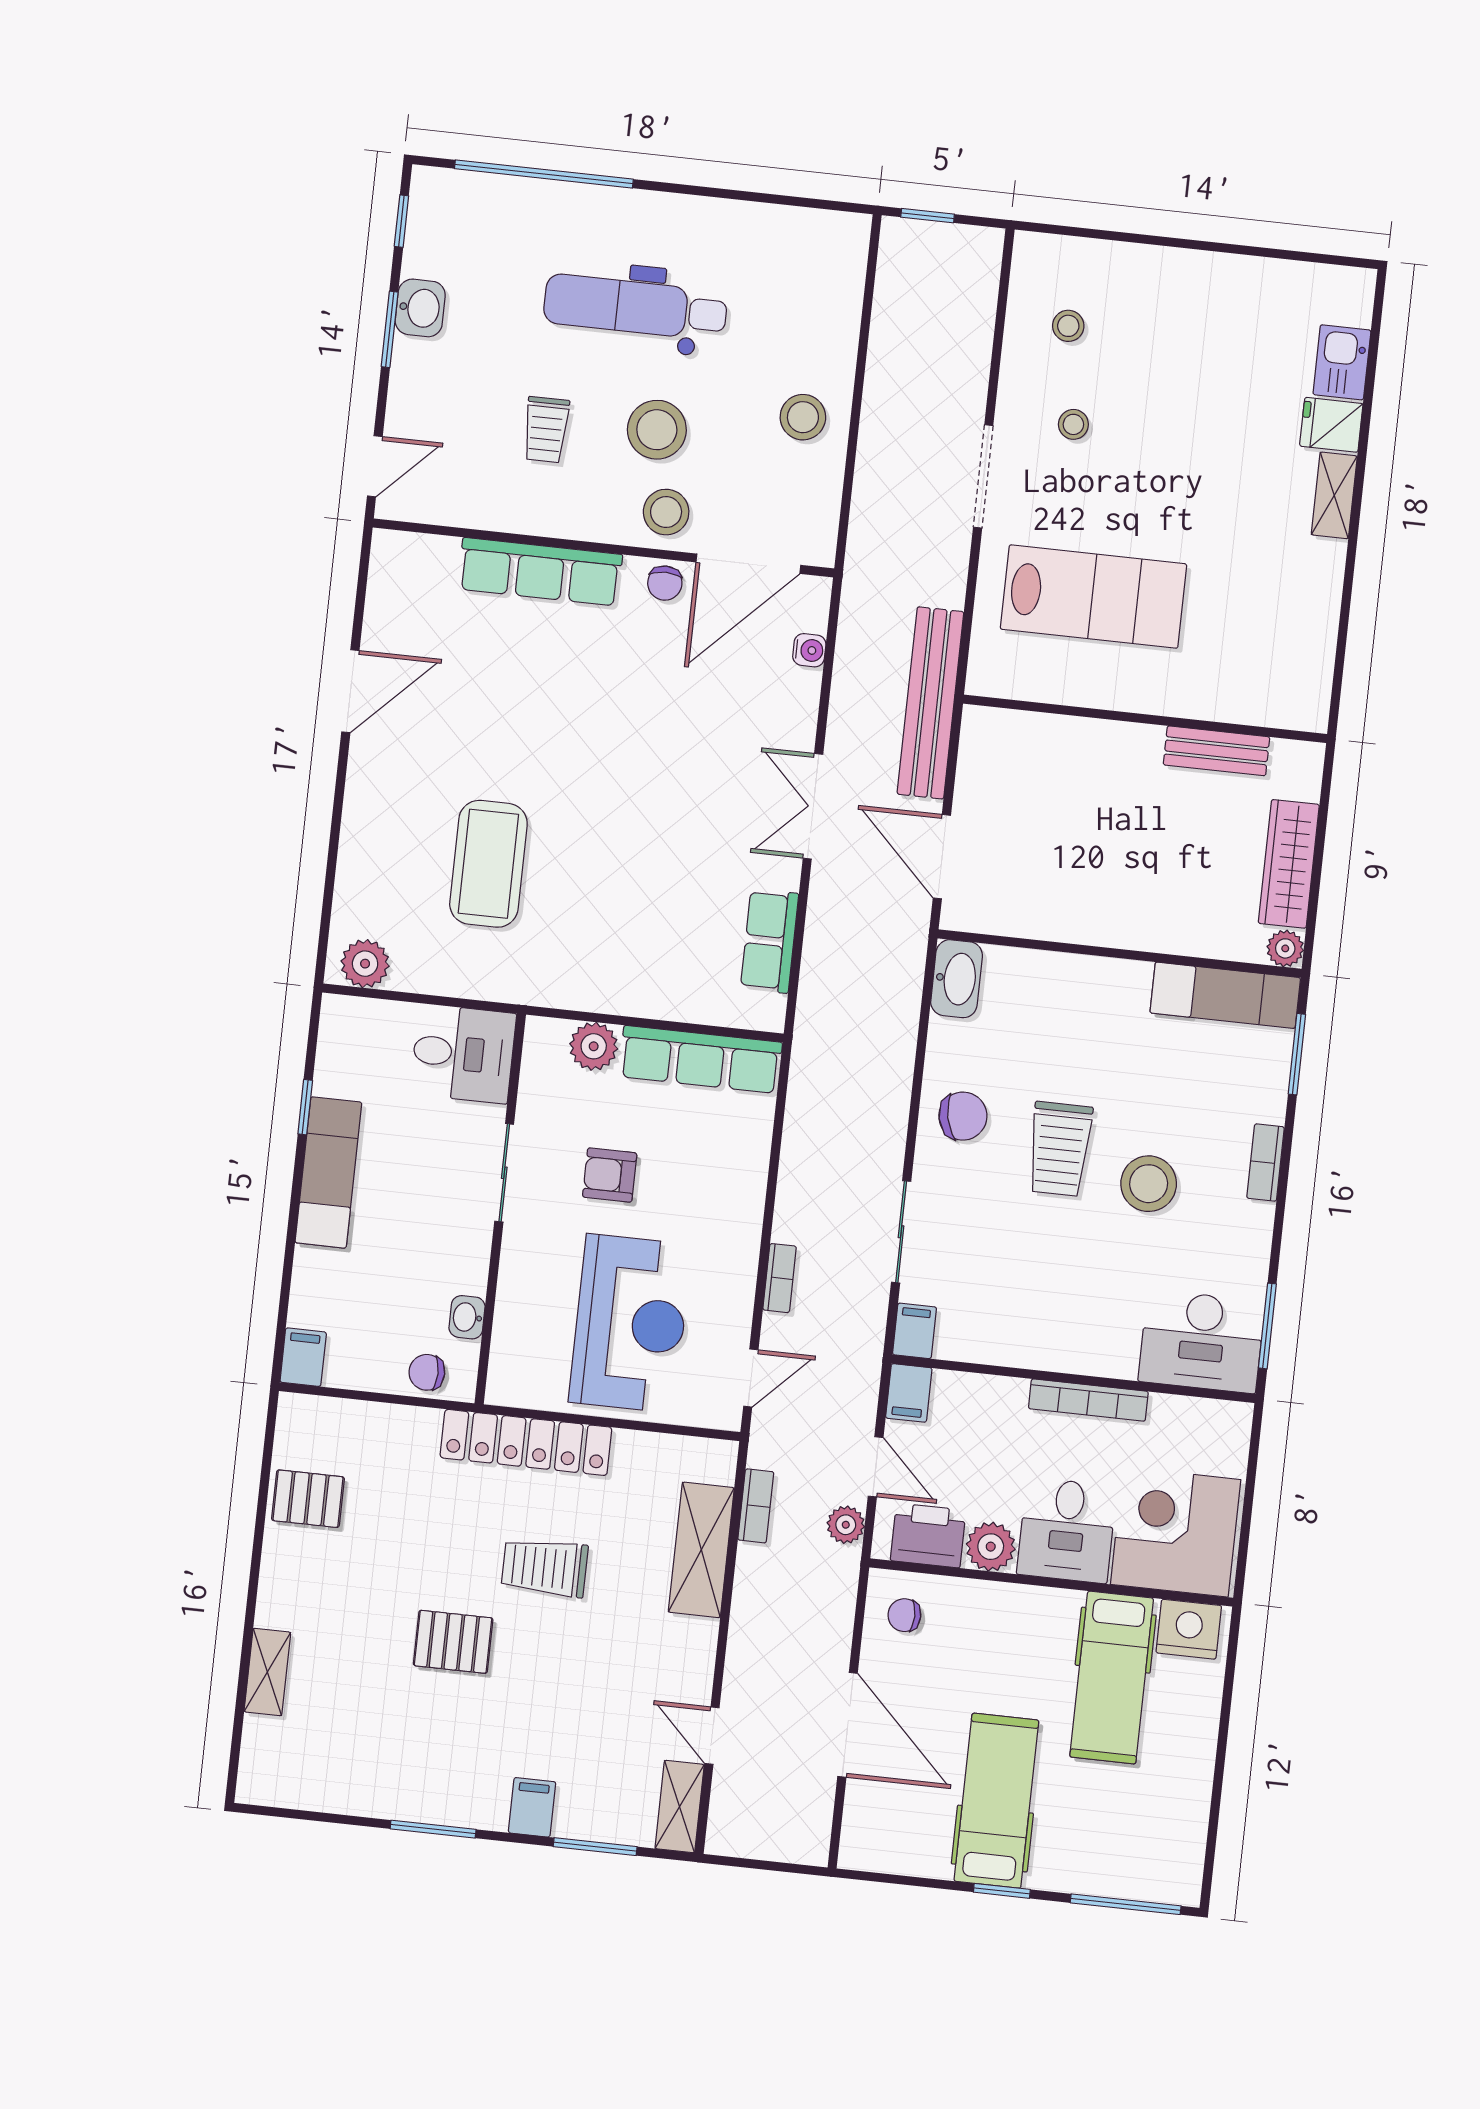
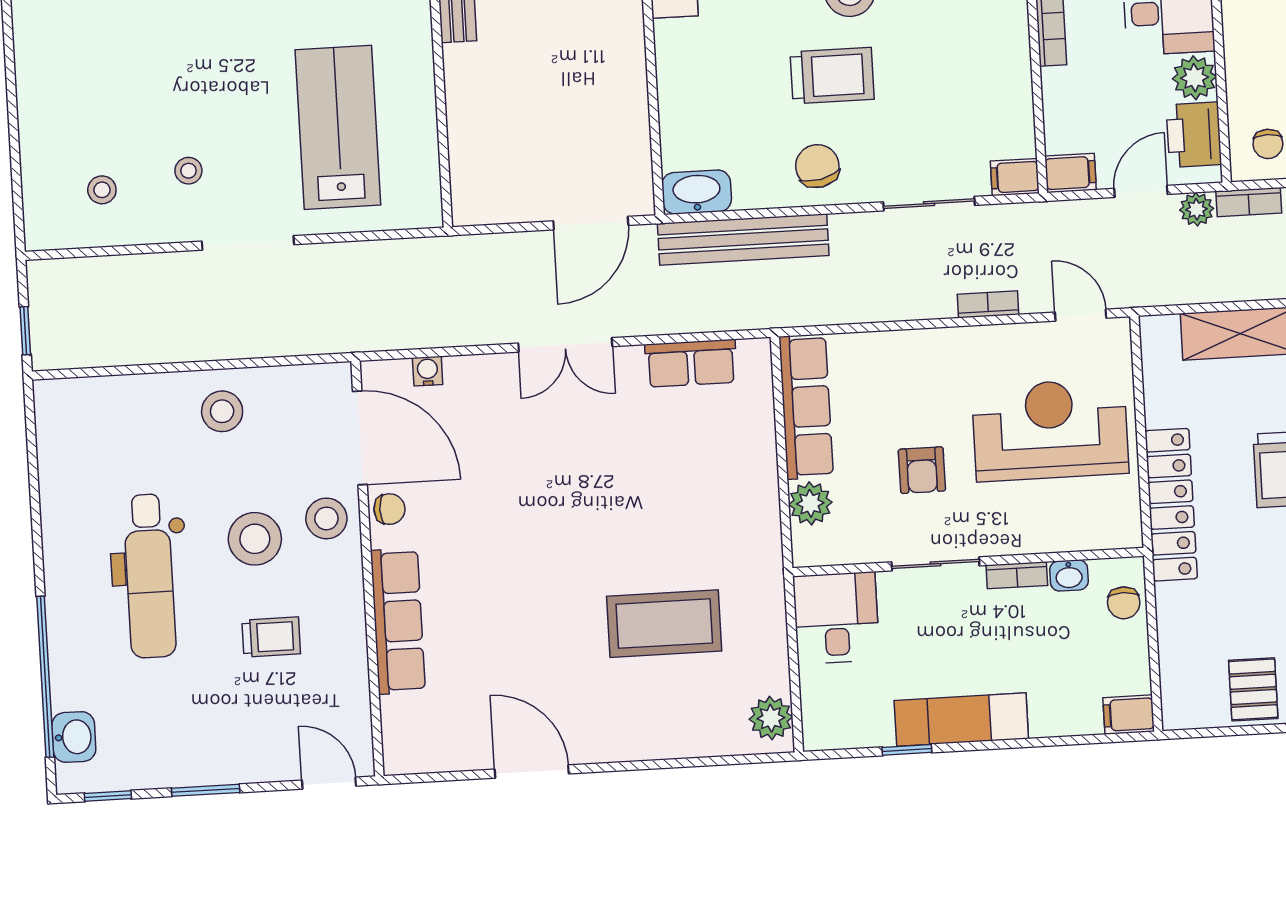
washbasin: (420, 308) -> (74, 737), moved, turned 90
bench: (930, 703) -> (743, 239), moved
bookcase: (477, 1260) -> (1017, 575), added
bookcase: (756, 1506) -> (1249, 202), moved, turned 180

